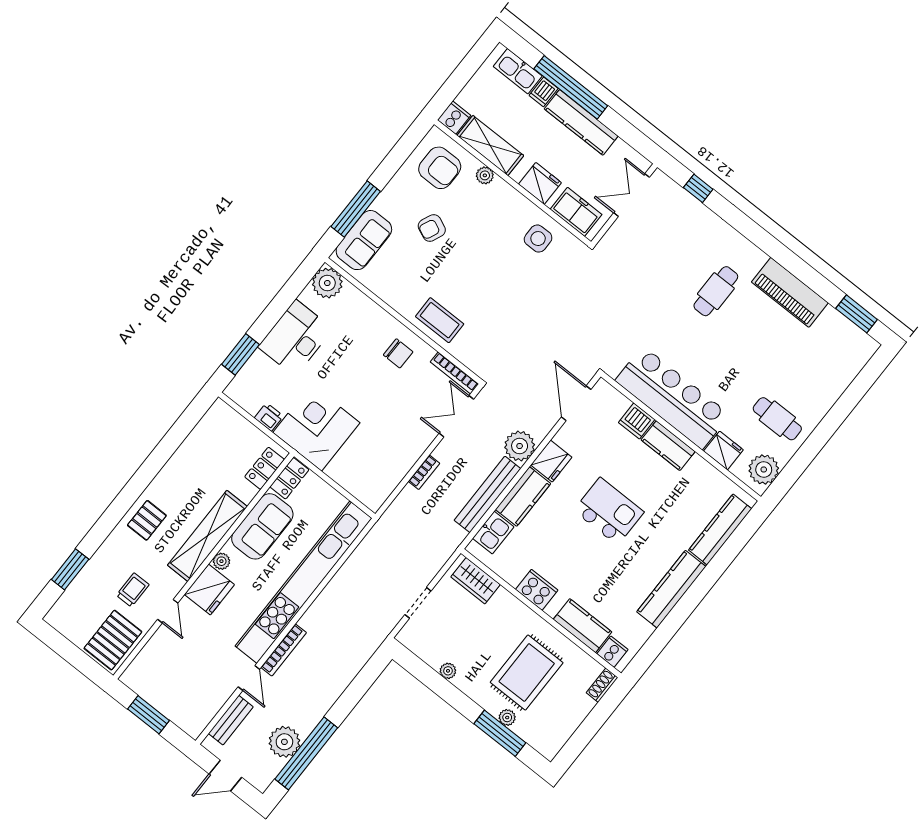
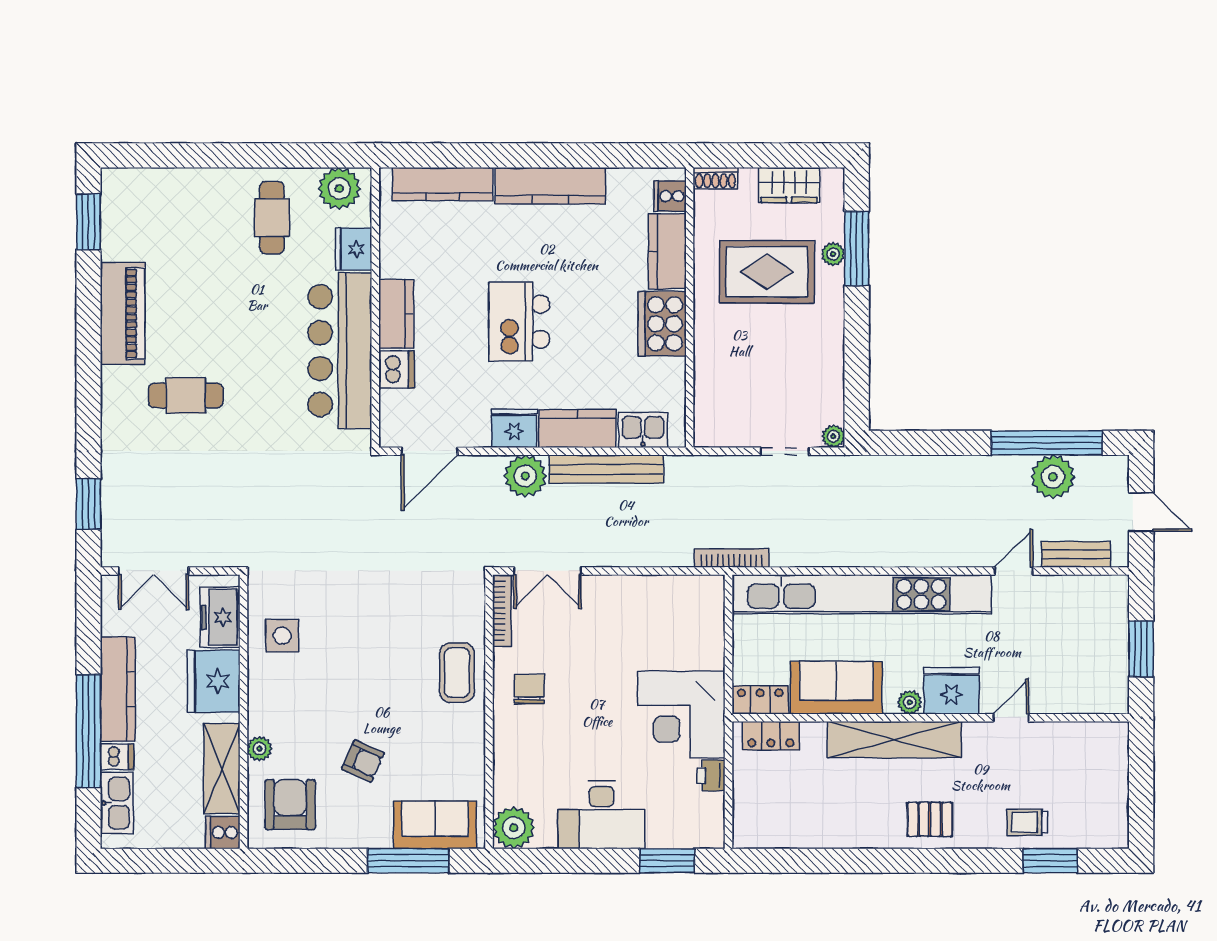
fridge: (540, 183) -> (214, 681), width x1.36, depth x1.34
window: (698, 188) -> (88, 504), width x1.50
bookcase: (424, 472) -> (732, 558), moved, width x1.56
wardrobe: (476, 581) -> (789, 185), moved, turned 90
trolley: (133, 590) -> (1027, 822), moved
cooker: (537, 590) -> (662, 324), width x1.37, depth x1.31
pallet: (113, 640) -> (1090, 753), removed
bookcase: (284, 650) -> (953, 557), removed
plant: (448, 671) -> (833, 436), moved

